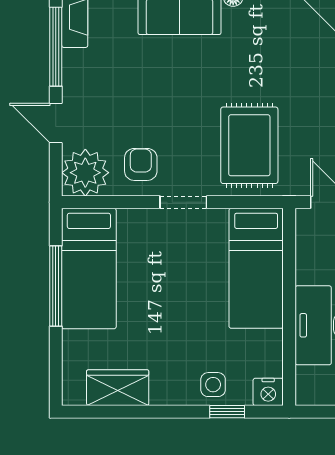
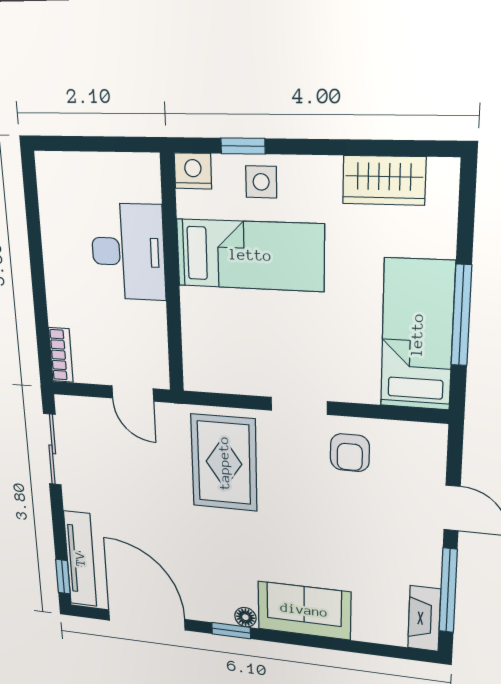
plant: (85, 173) -> (418, 449), removed
bed: (256, 268) -> (250, 255), moved, turned 90

